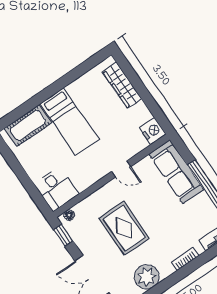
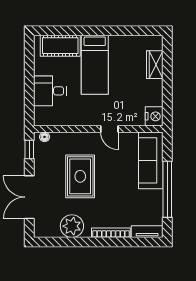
wardrobe: (122, 85) -> (155, 65), width x0.67
desk: (56, 189) -> (50, 91), moved, turned 90
bookcase: (185, 259) -> (111, 233), width x1.56

